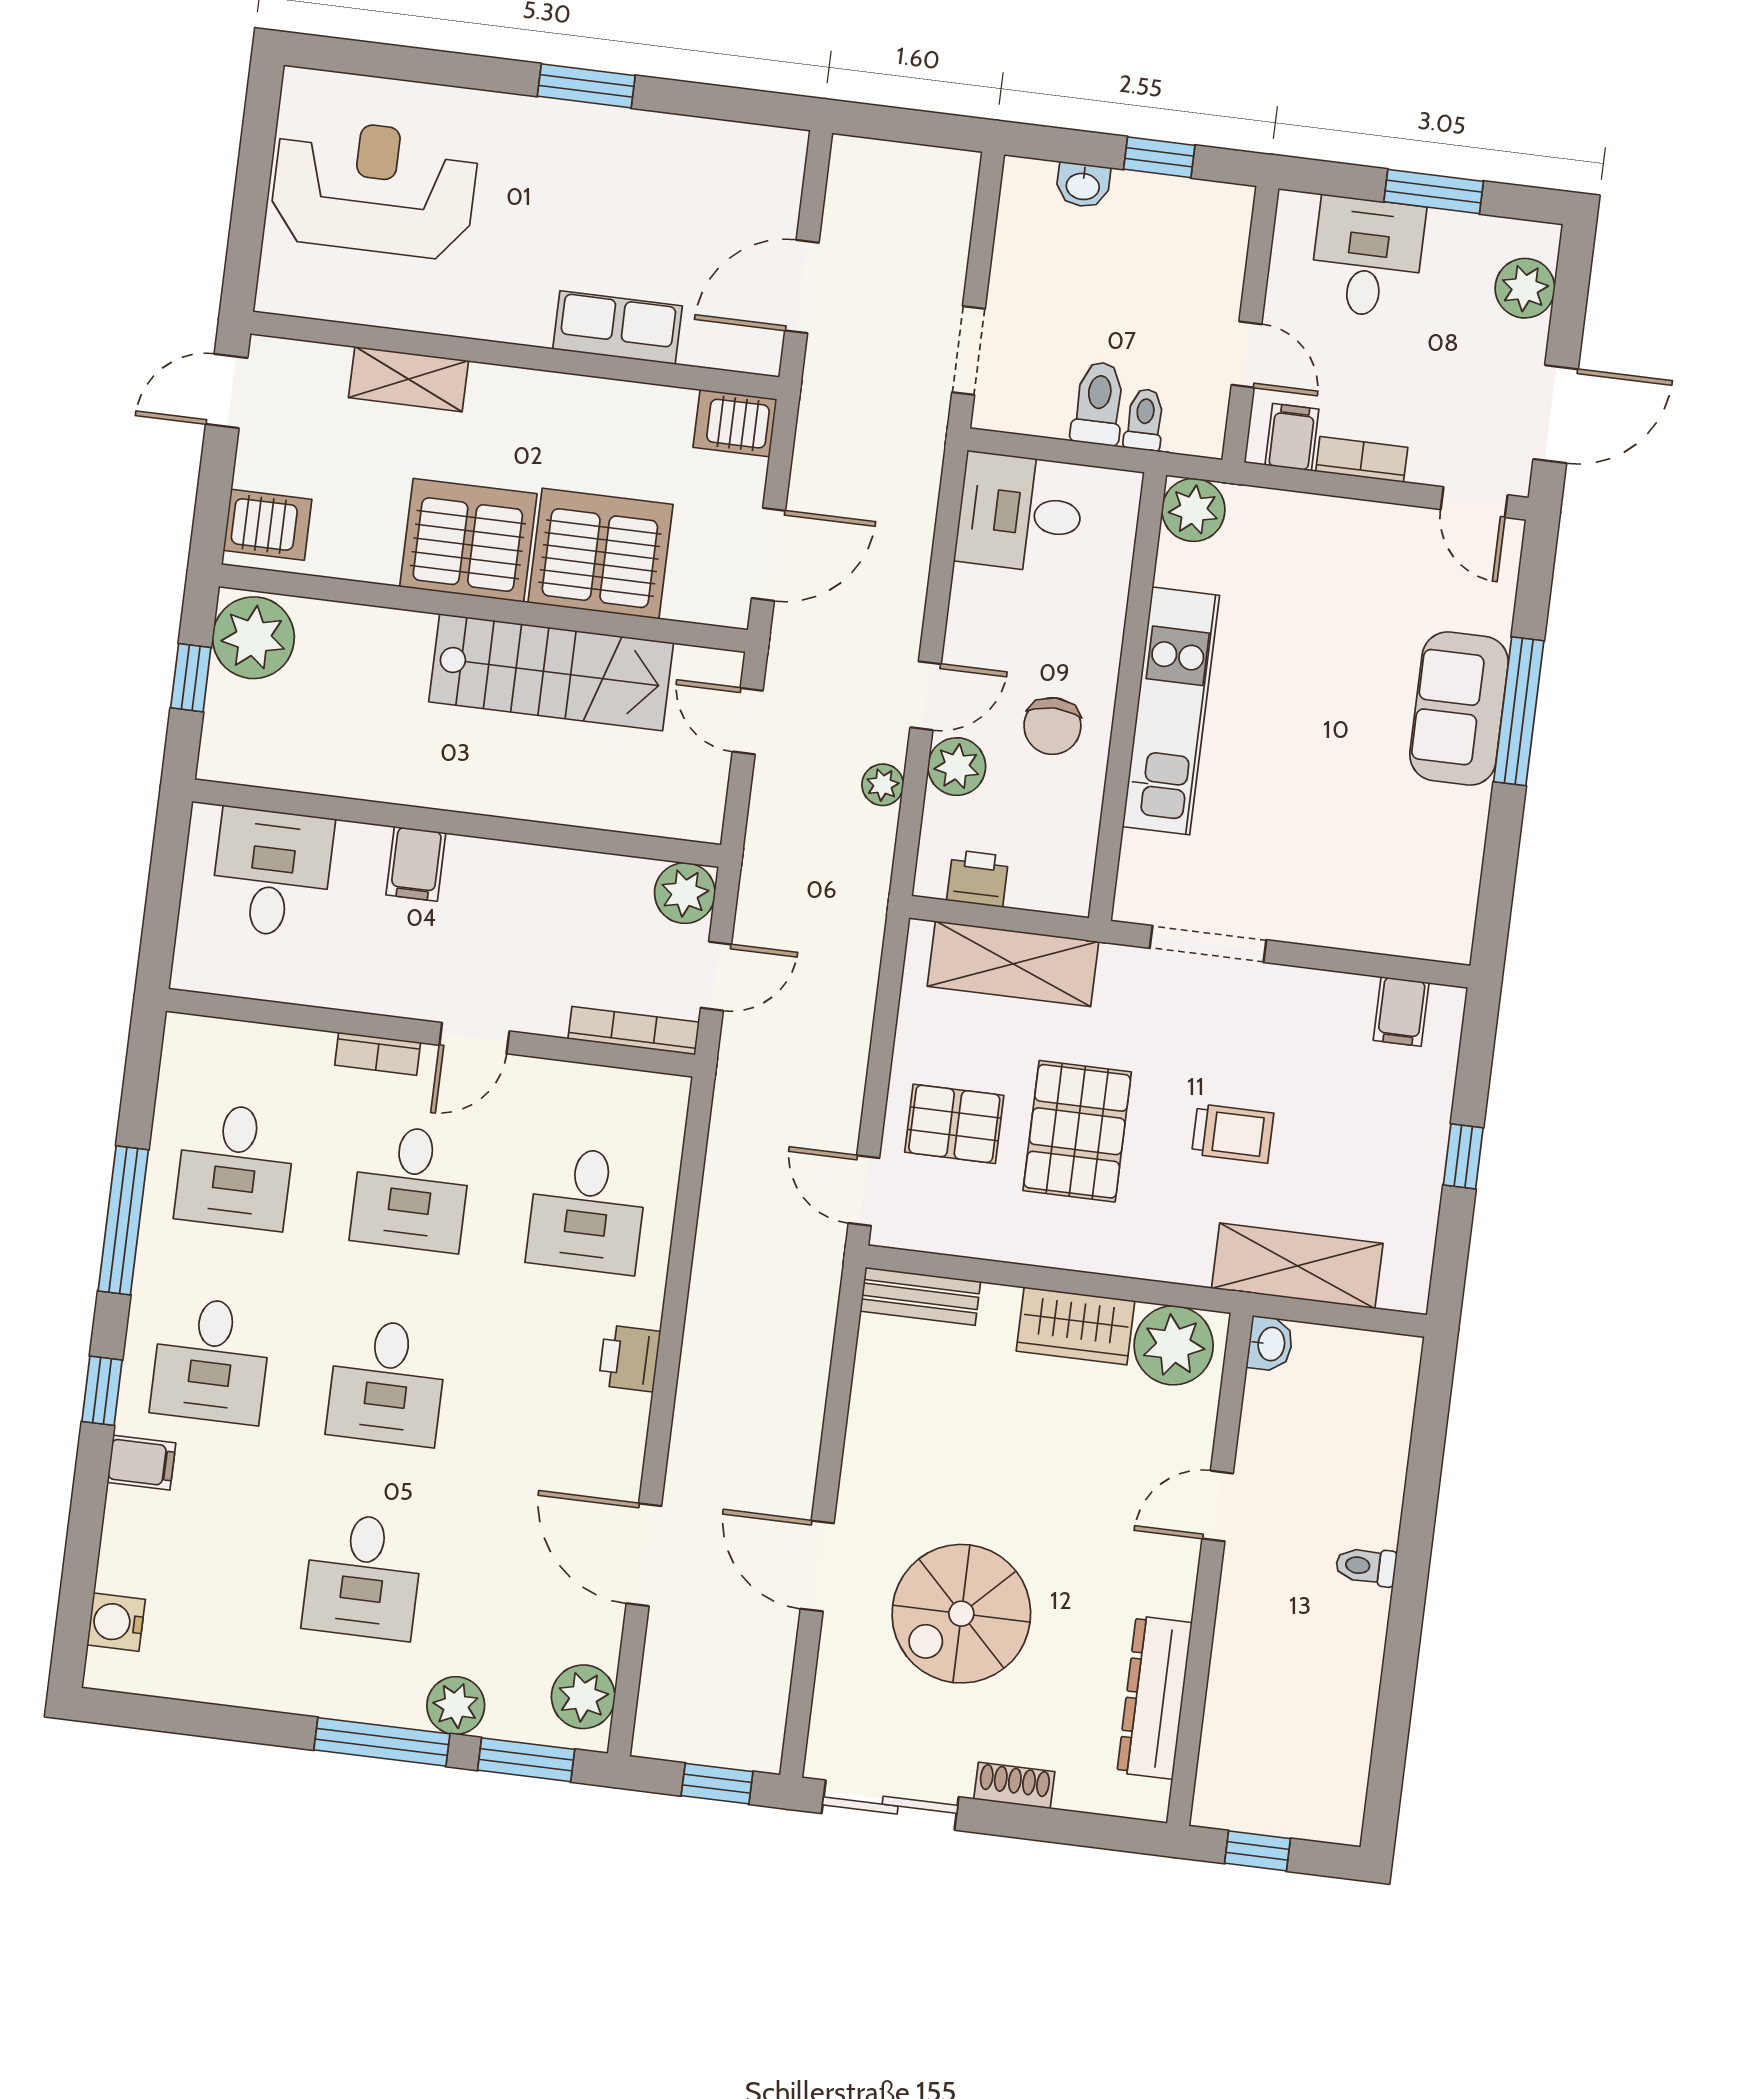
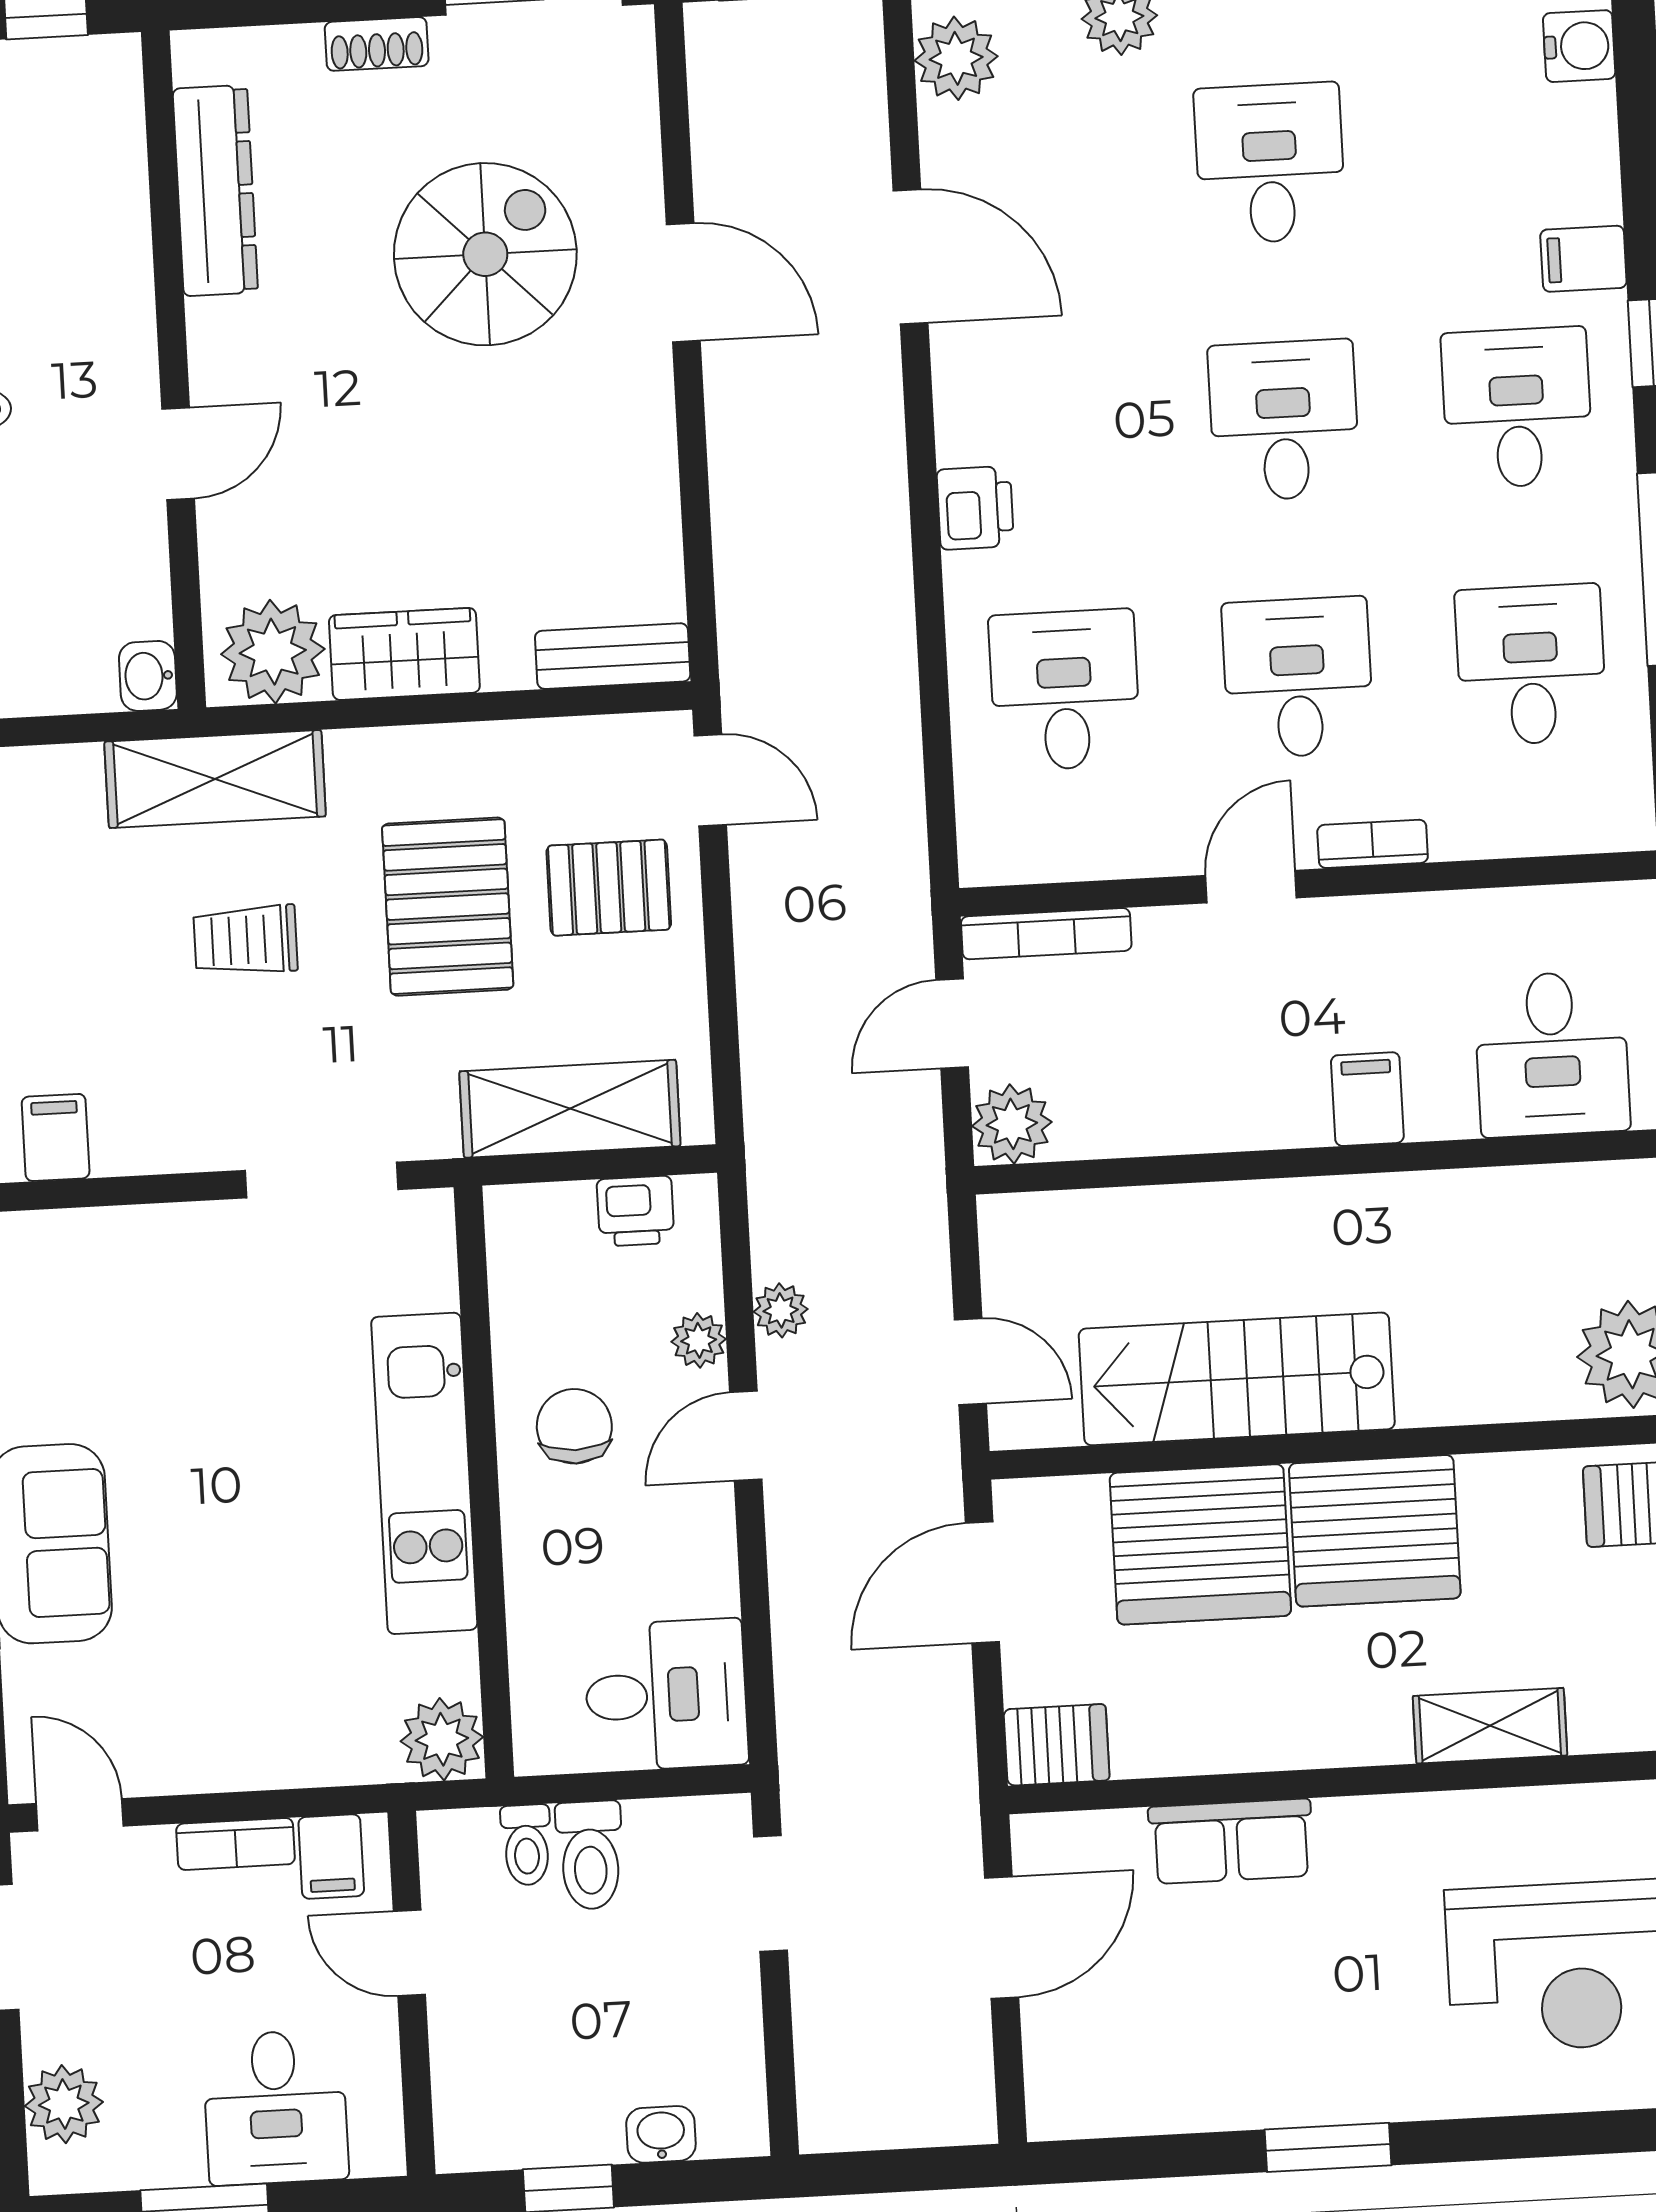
plant: (957, 767) -> (699, 1340), width x0.73, depth x0.73
shelving: (1297, 1266) -> (215, 779), moved

